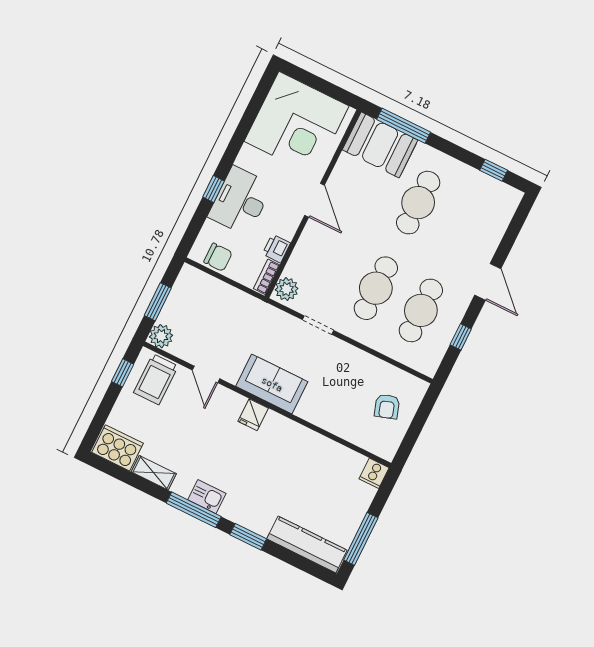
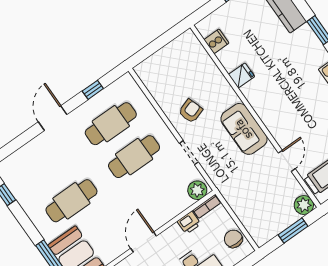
armchair: (387, 406) -> (191, 111), moved
fridge: (253, 415) -> (242, 75), moved
cooker: (374, 473) -> (216, 41), moved

